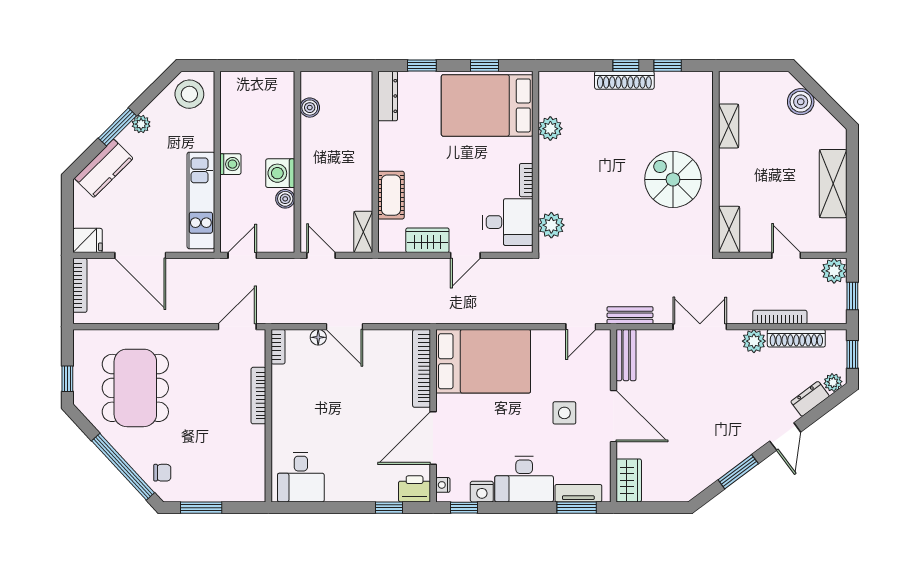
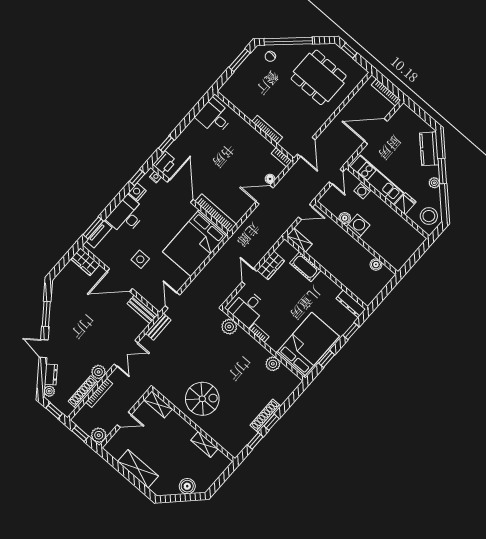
washing machine: (230, 164) -> (362, 190), moved
fridge: (88, 240) -> (405, 204), moved, turned 180

